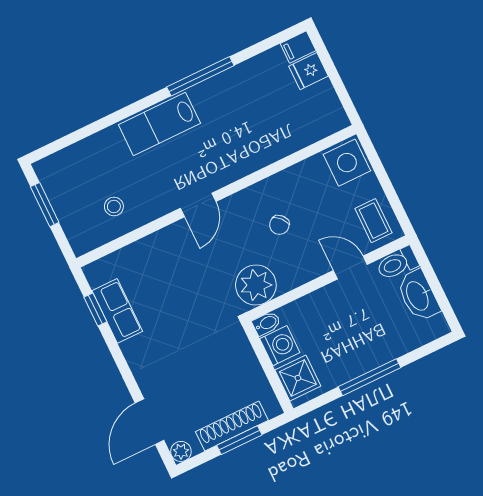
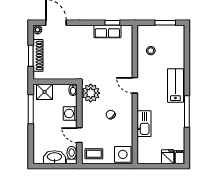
kitchen sink: (265, 150) -> (144, 124), added
door: (350, 267) -> (79, 135), swing flipped
washing machine: (280, 346) -> (70, 113), moved, turned 90
window: (369, 377) -> (31, 109), moved

